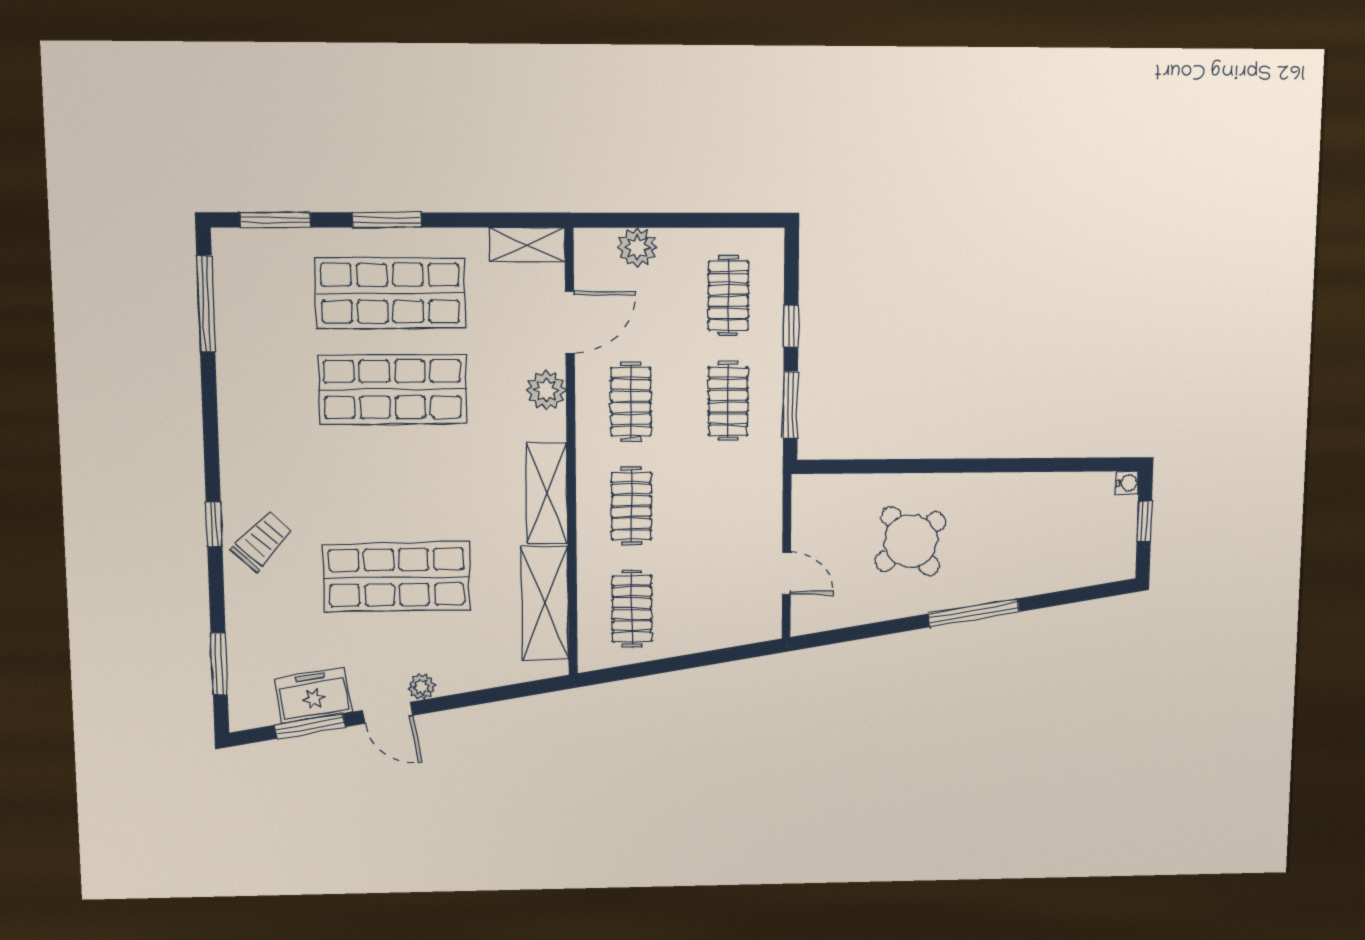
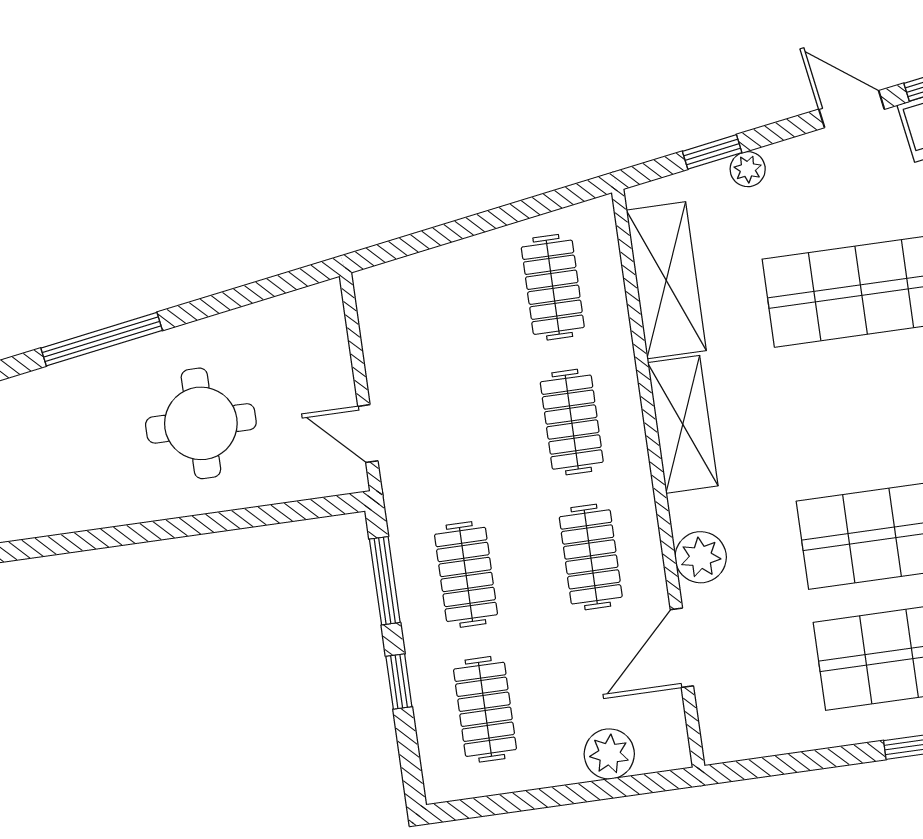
shelving: (527, 245) -> (748, 738), removed
round table: (910, 541) -> (201, 423), turned 38
door: (786, 574) -> (368, 434), moved
plant: (422, 687) -> (748, 169), moved
window: (498, 694) -> (712, 152), added

